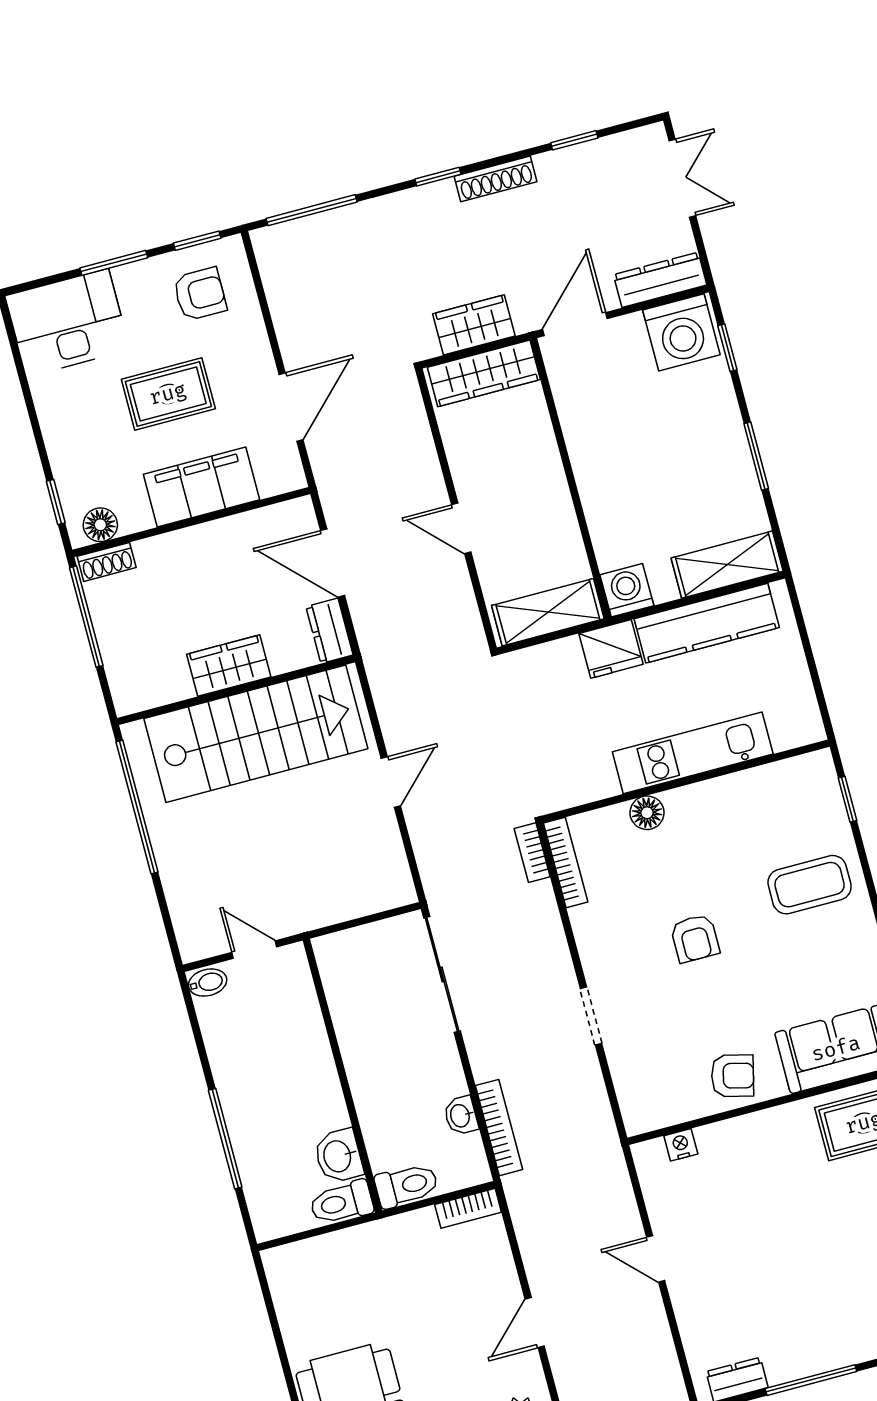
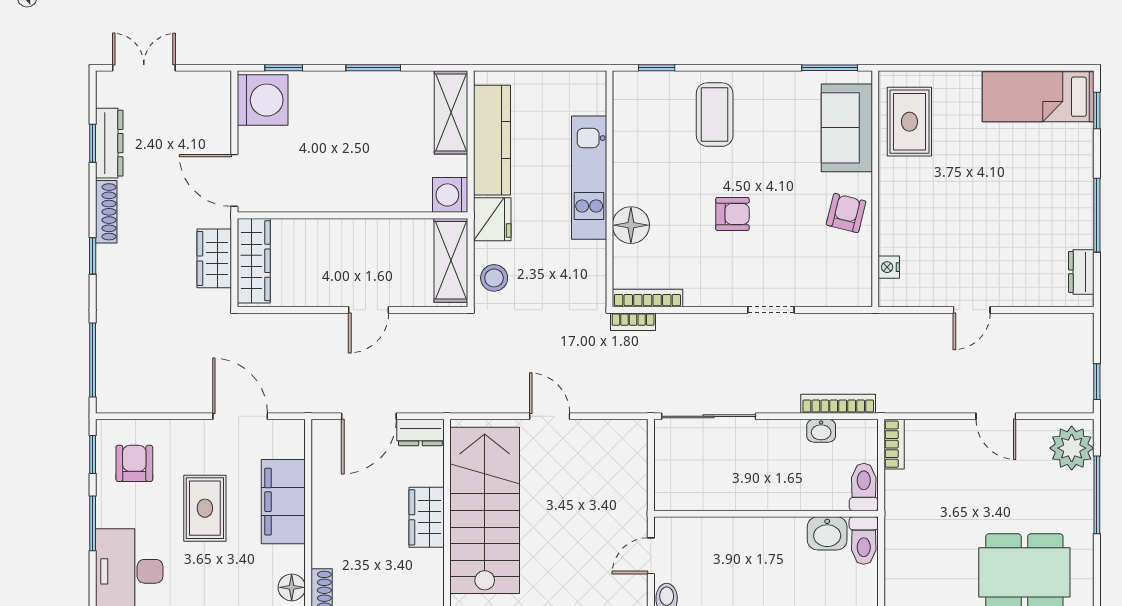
dresser: (660, 280) -> (109, 143), moved, turned 180
stool: (540, 670) -> (494, 278), added
floor lamp: (647, 813) -> (631, 225), width x1.38, depth x1.38

